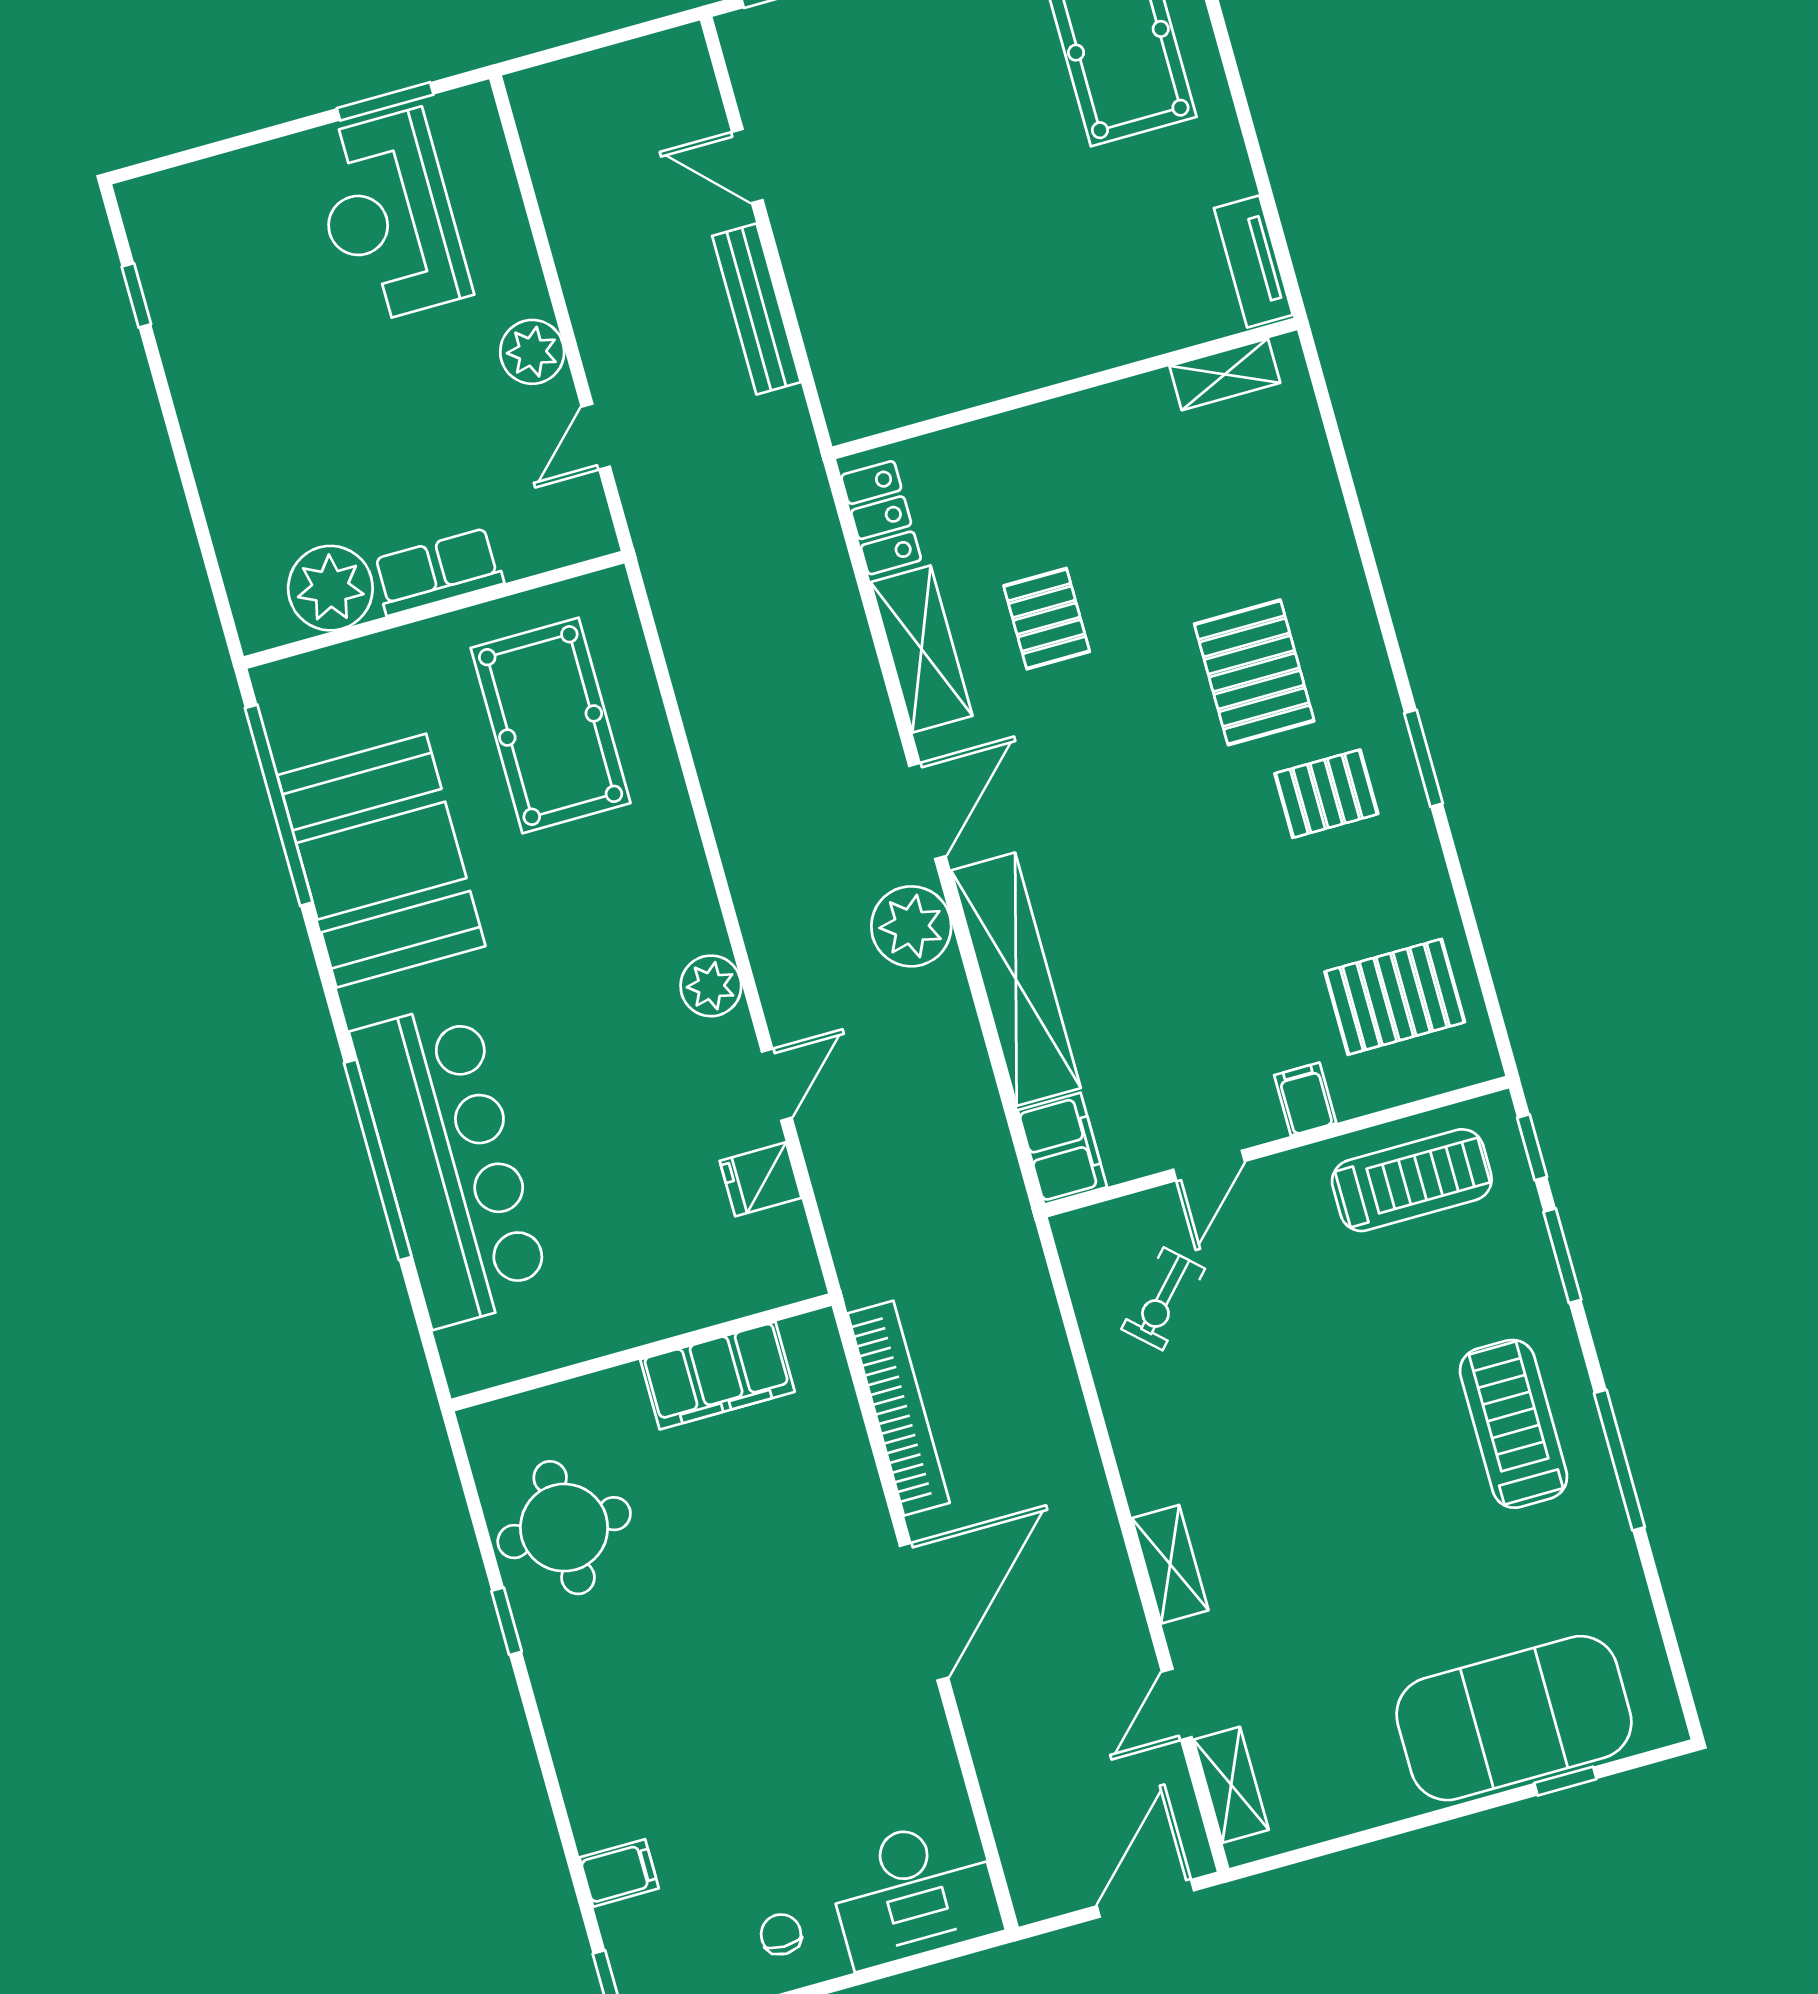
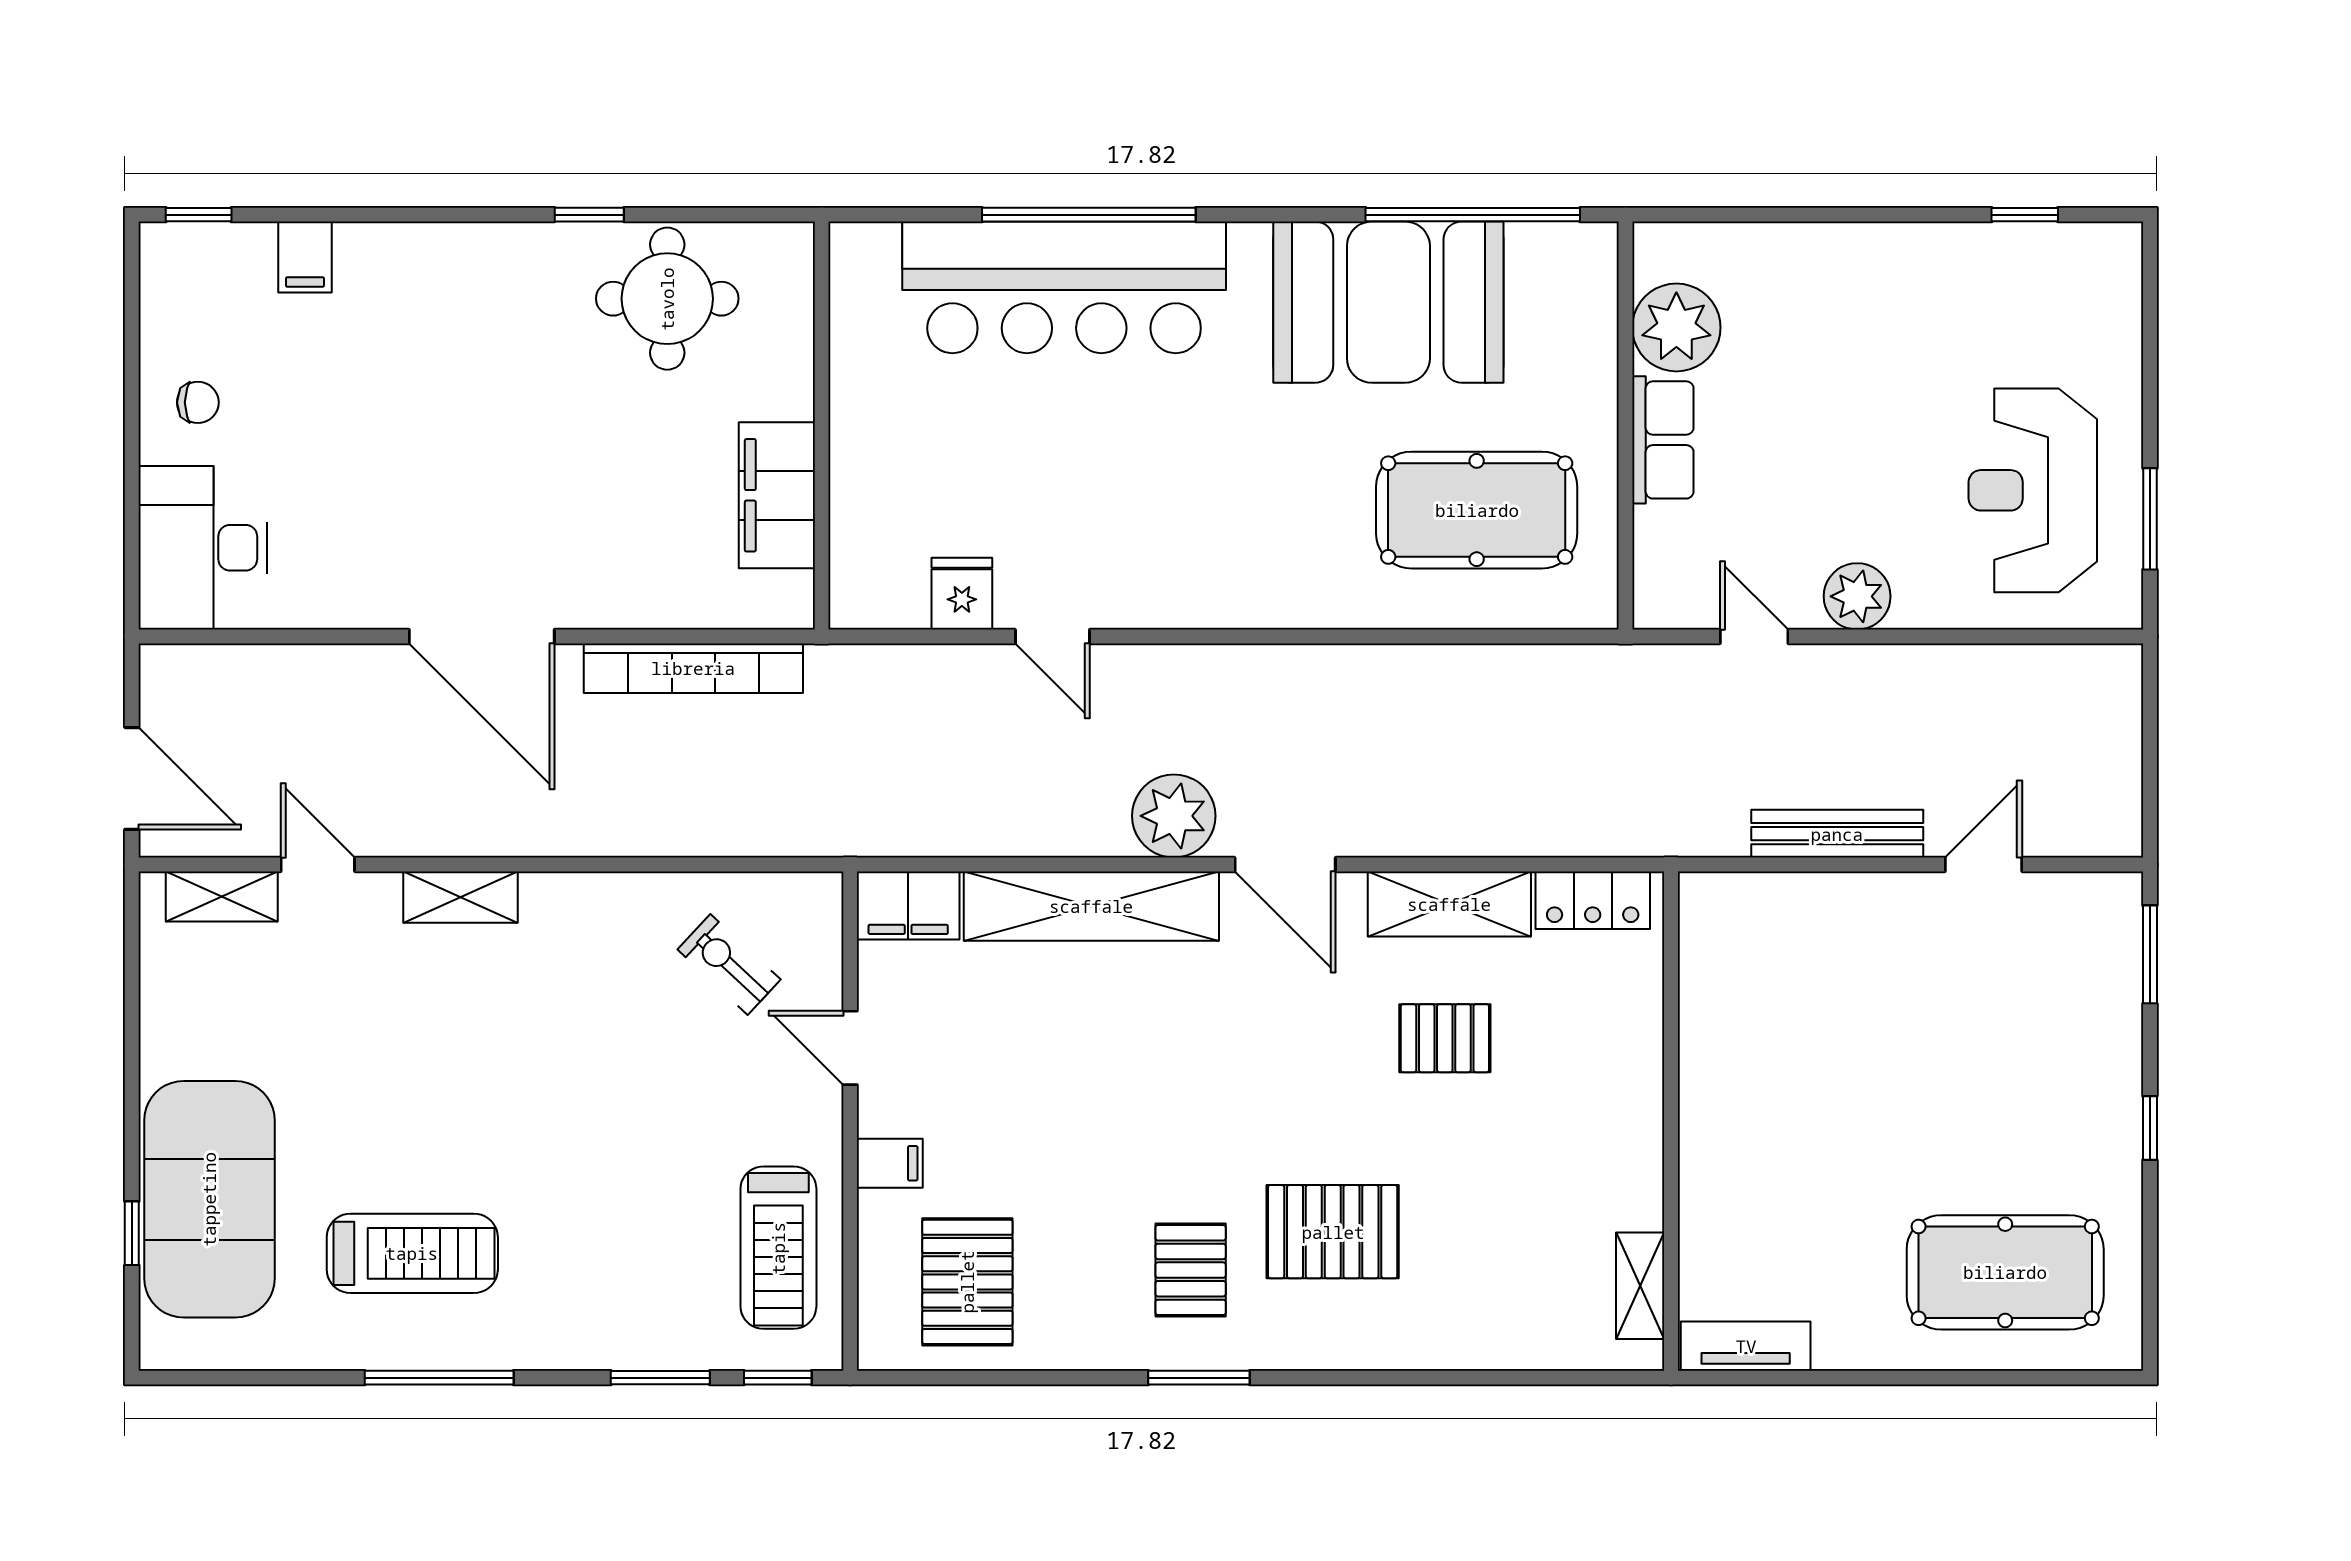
reception desk: (389, 217) -> (2033, 490), turned -90
plant: (711, 986) -> (1170, 598), removed
treadmill: (1513, 1424) -> (412, 1253), moved

